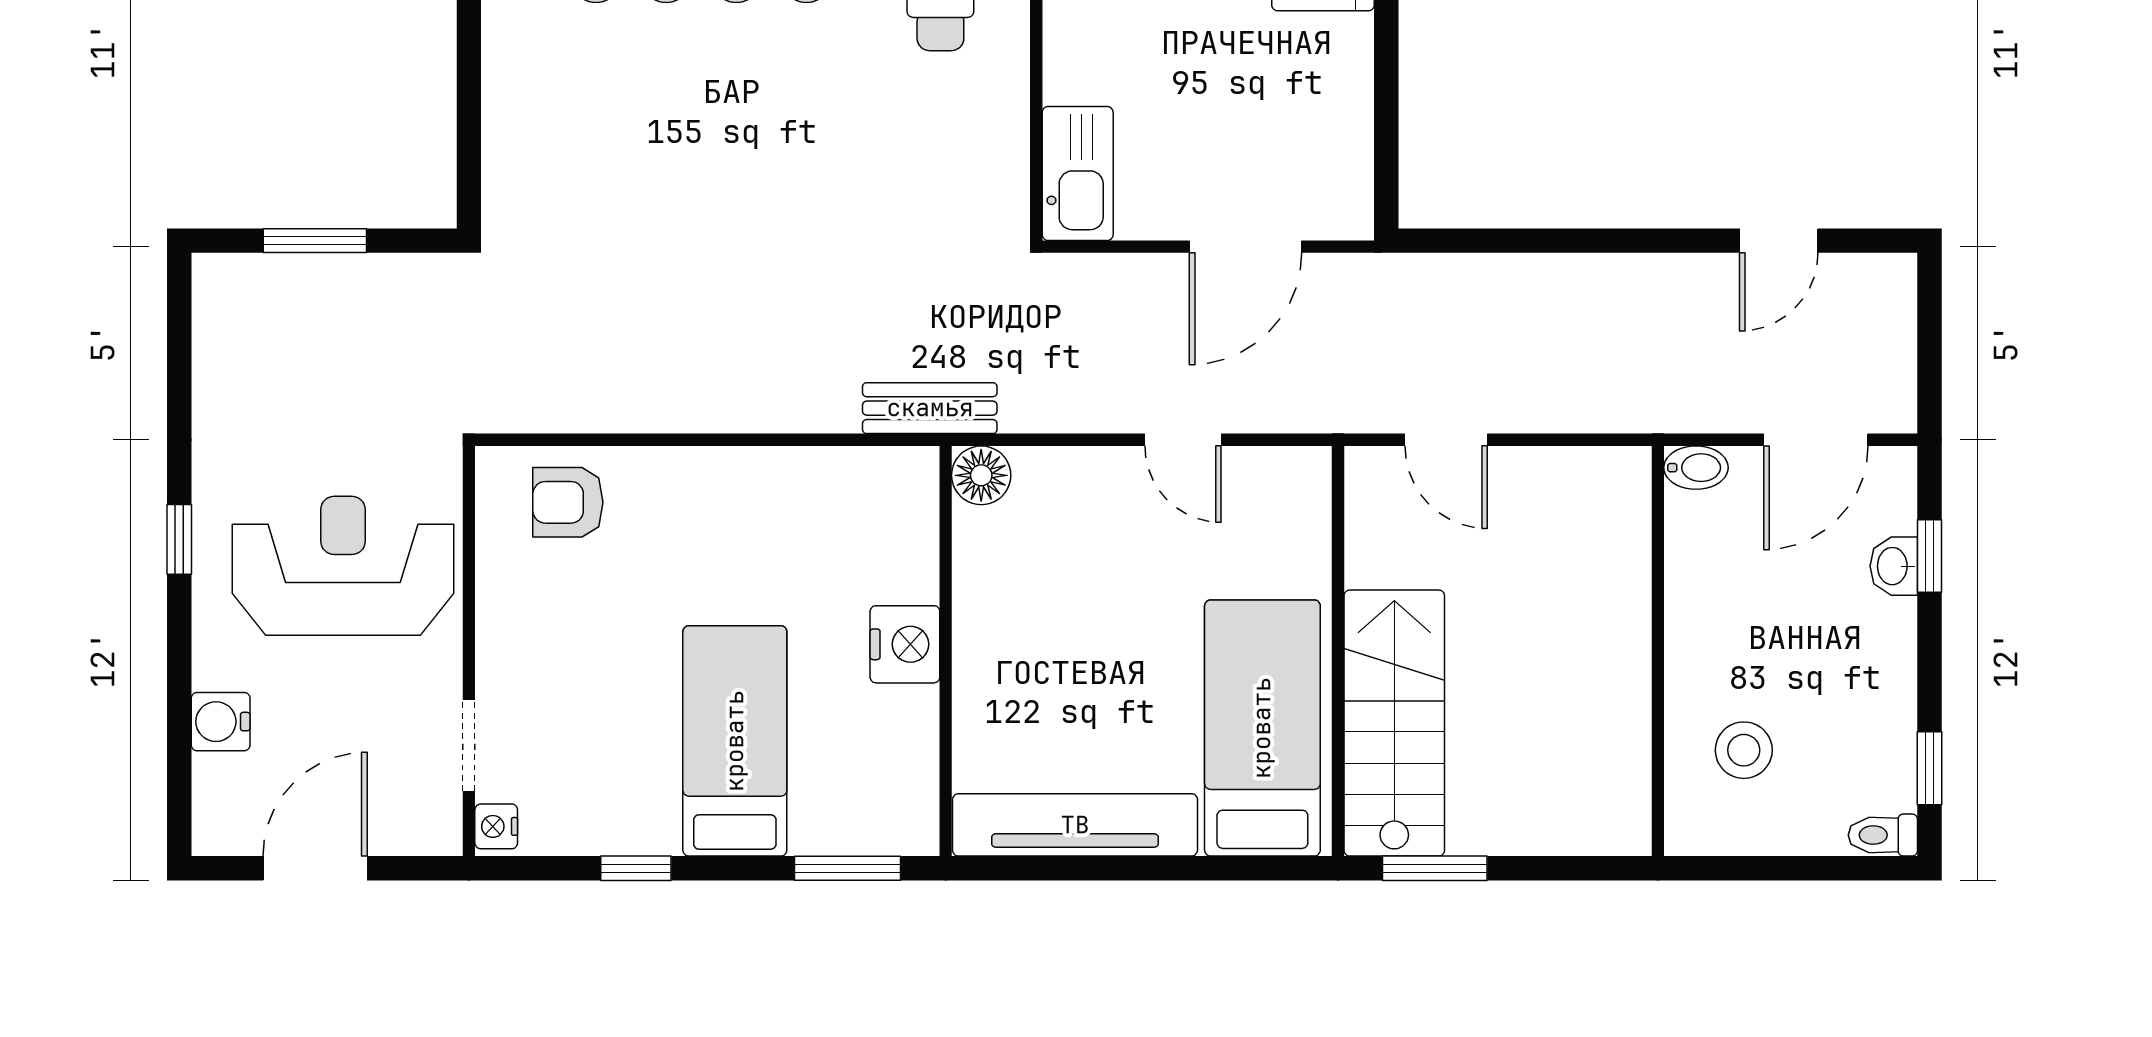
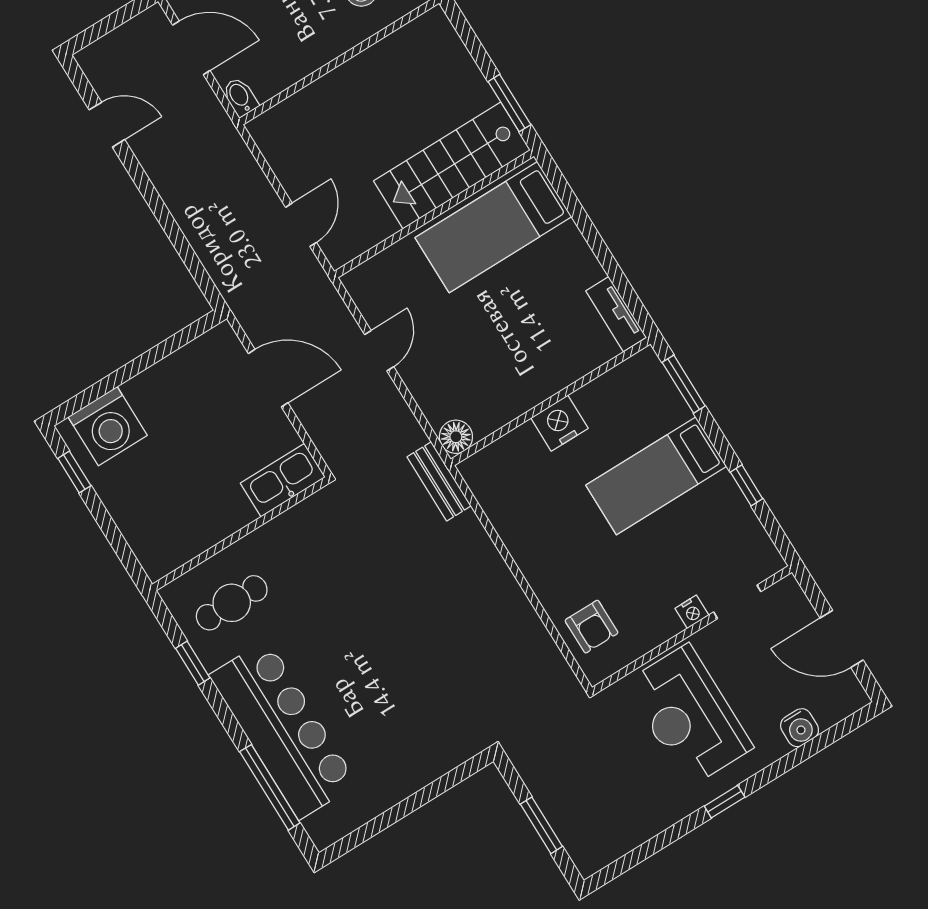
tv unit: (1075, 825) -> (616, 314), width x0.52, depth x0.78
nightstand: (496, 826) -> (692, 612), moved

